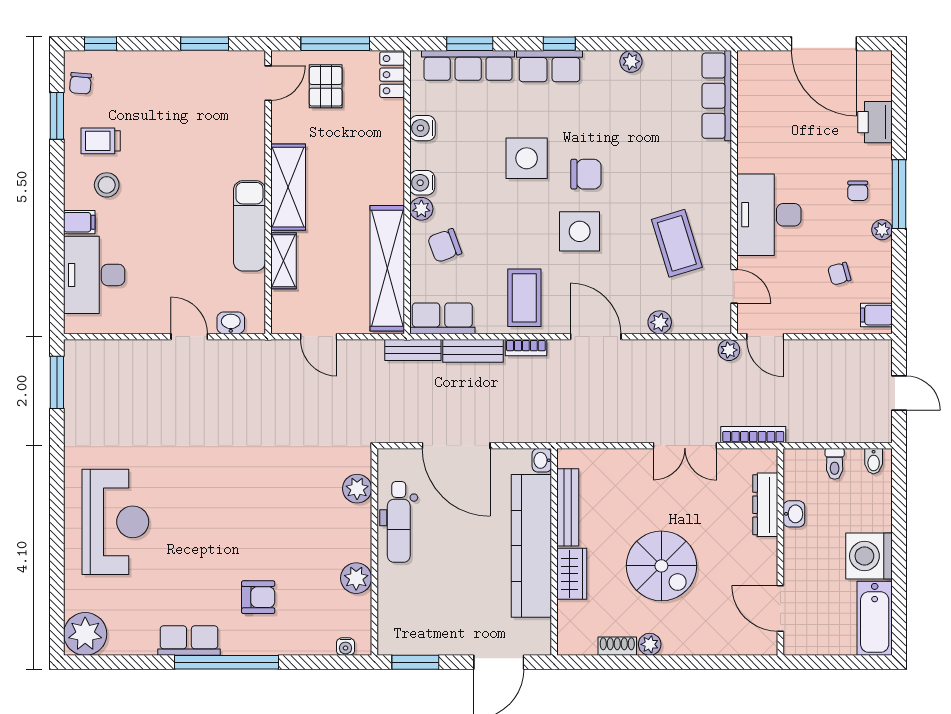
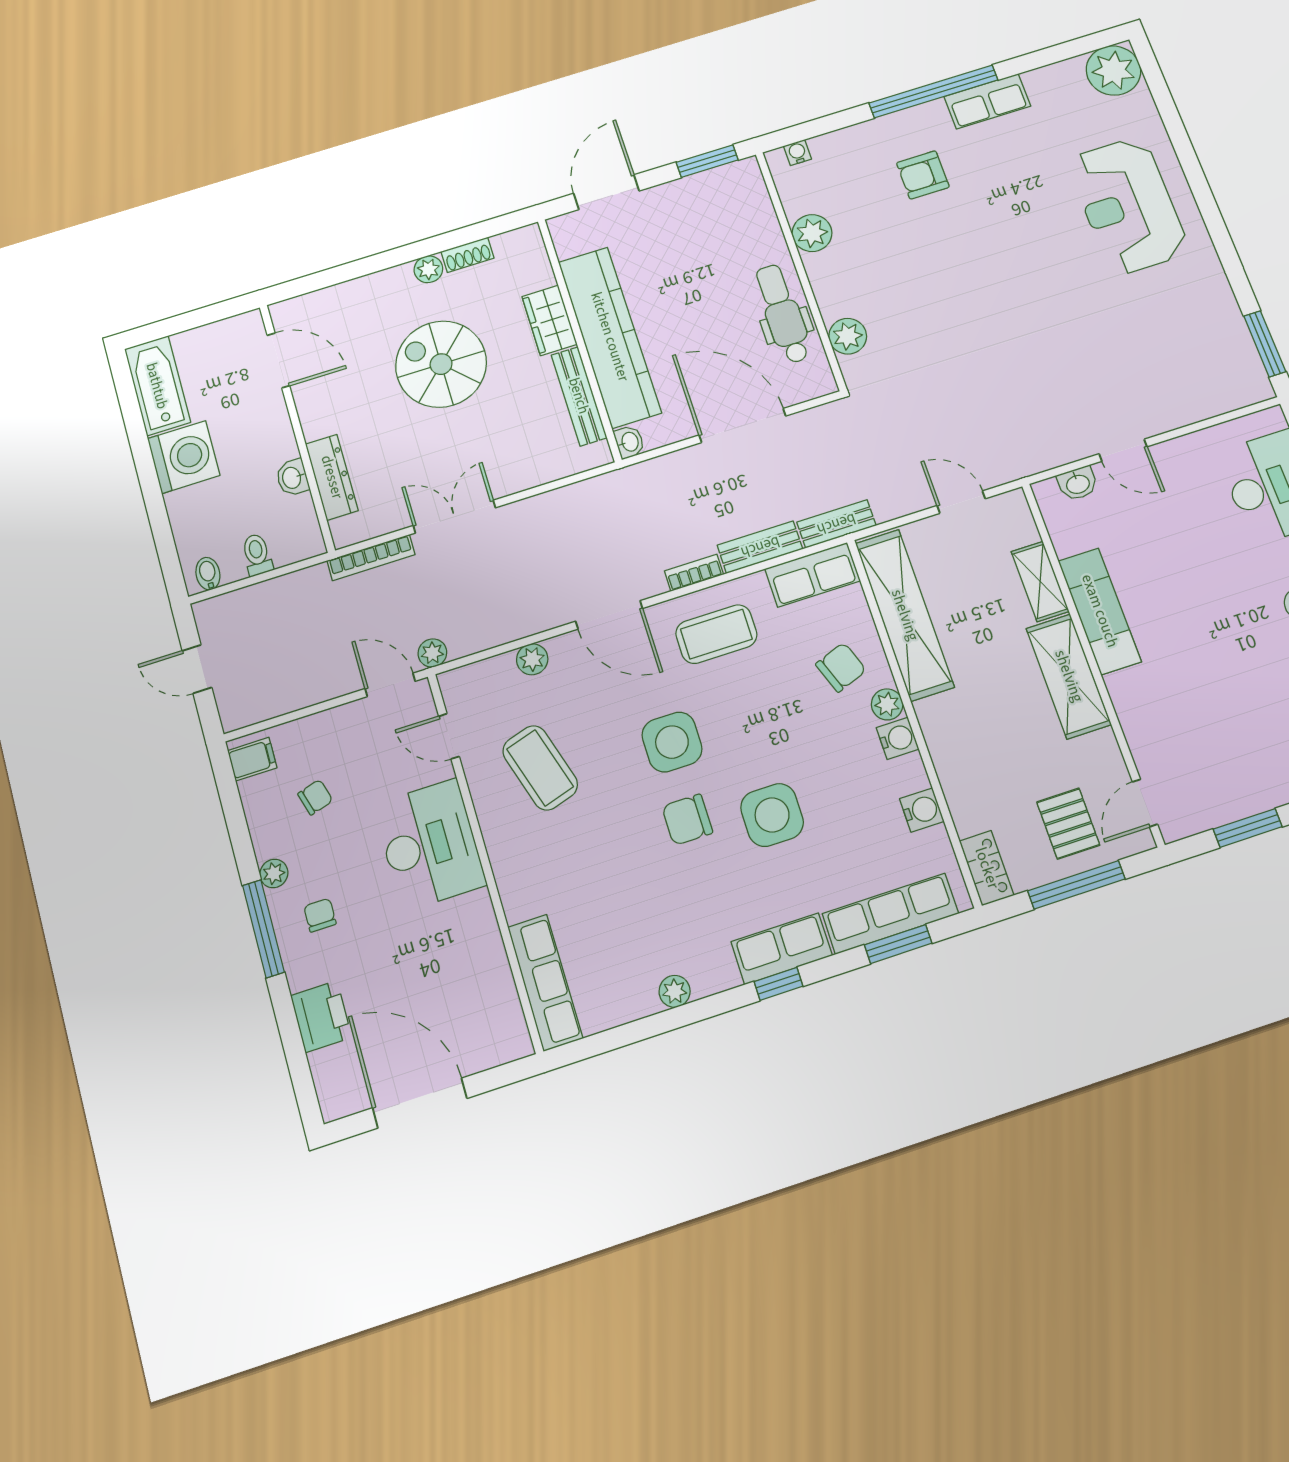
coffee table: (524, 298) -> (716, 634), turned 90

